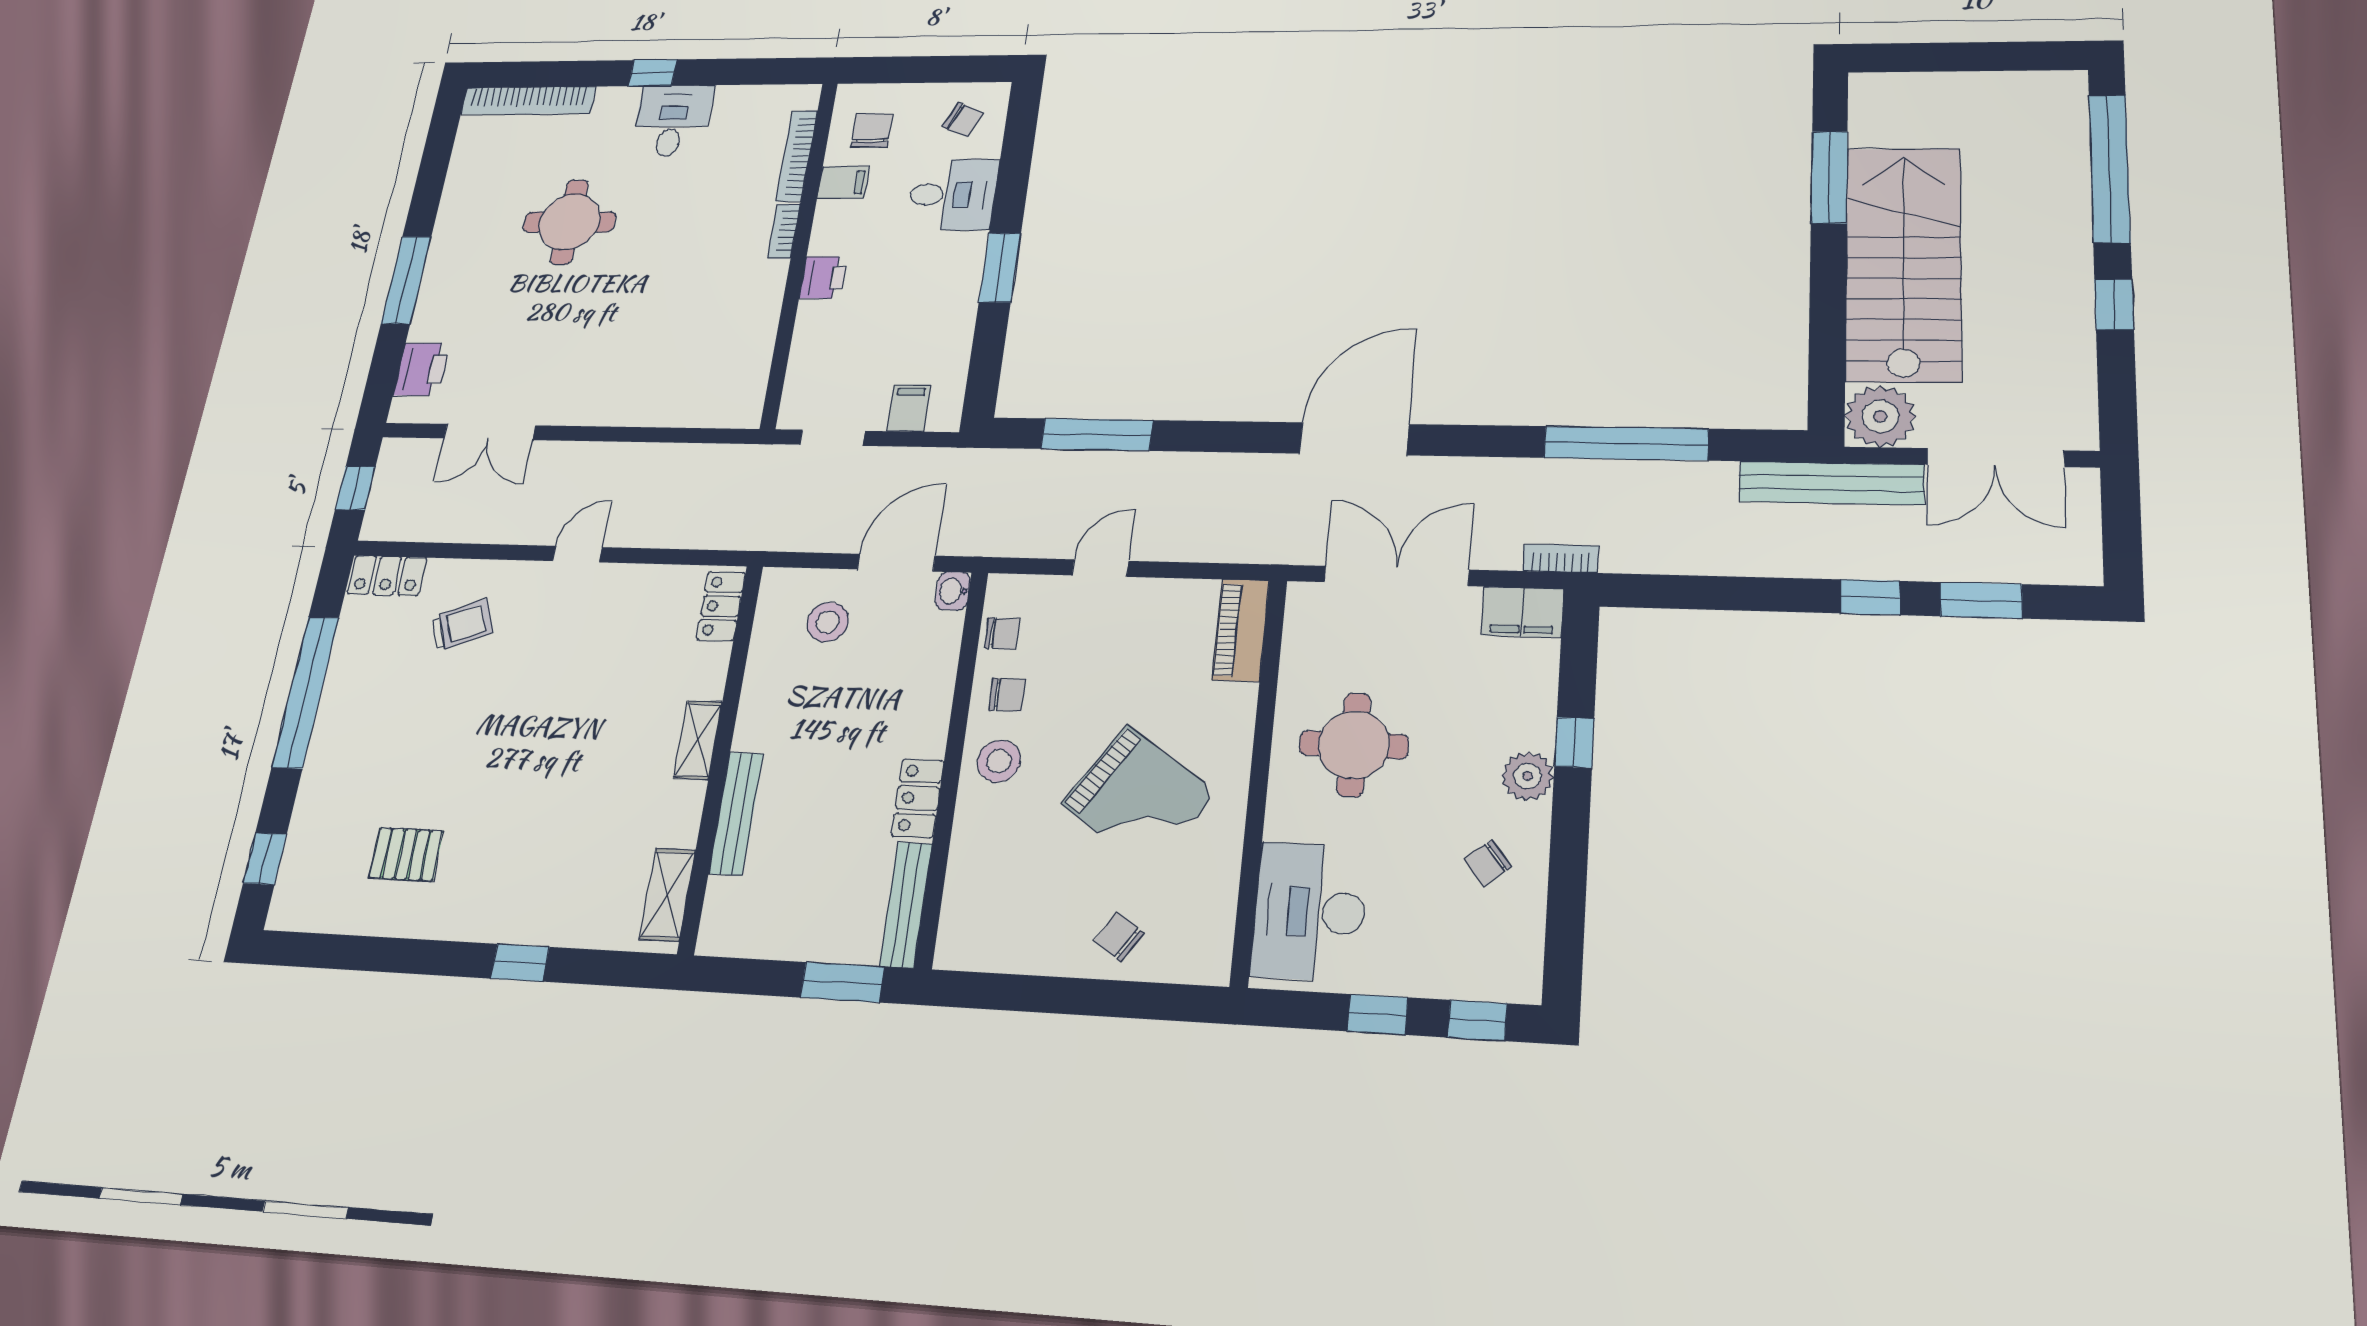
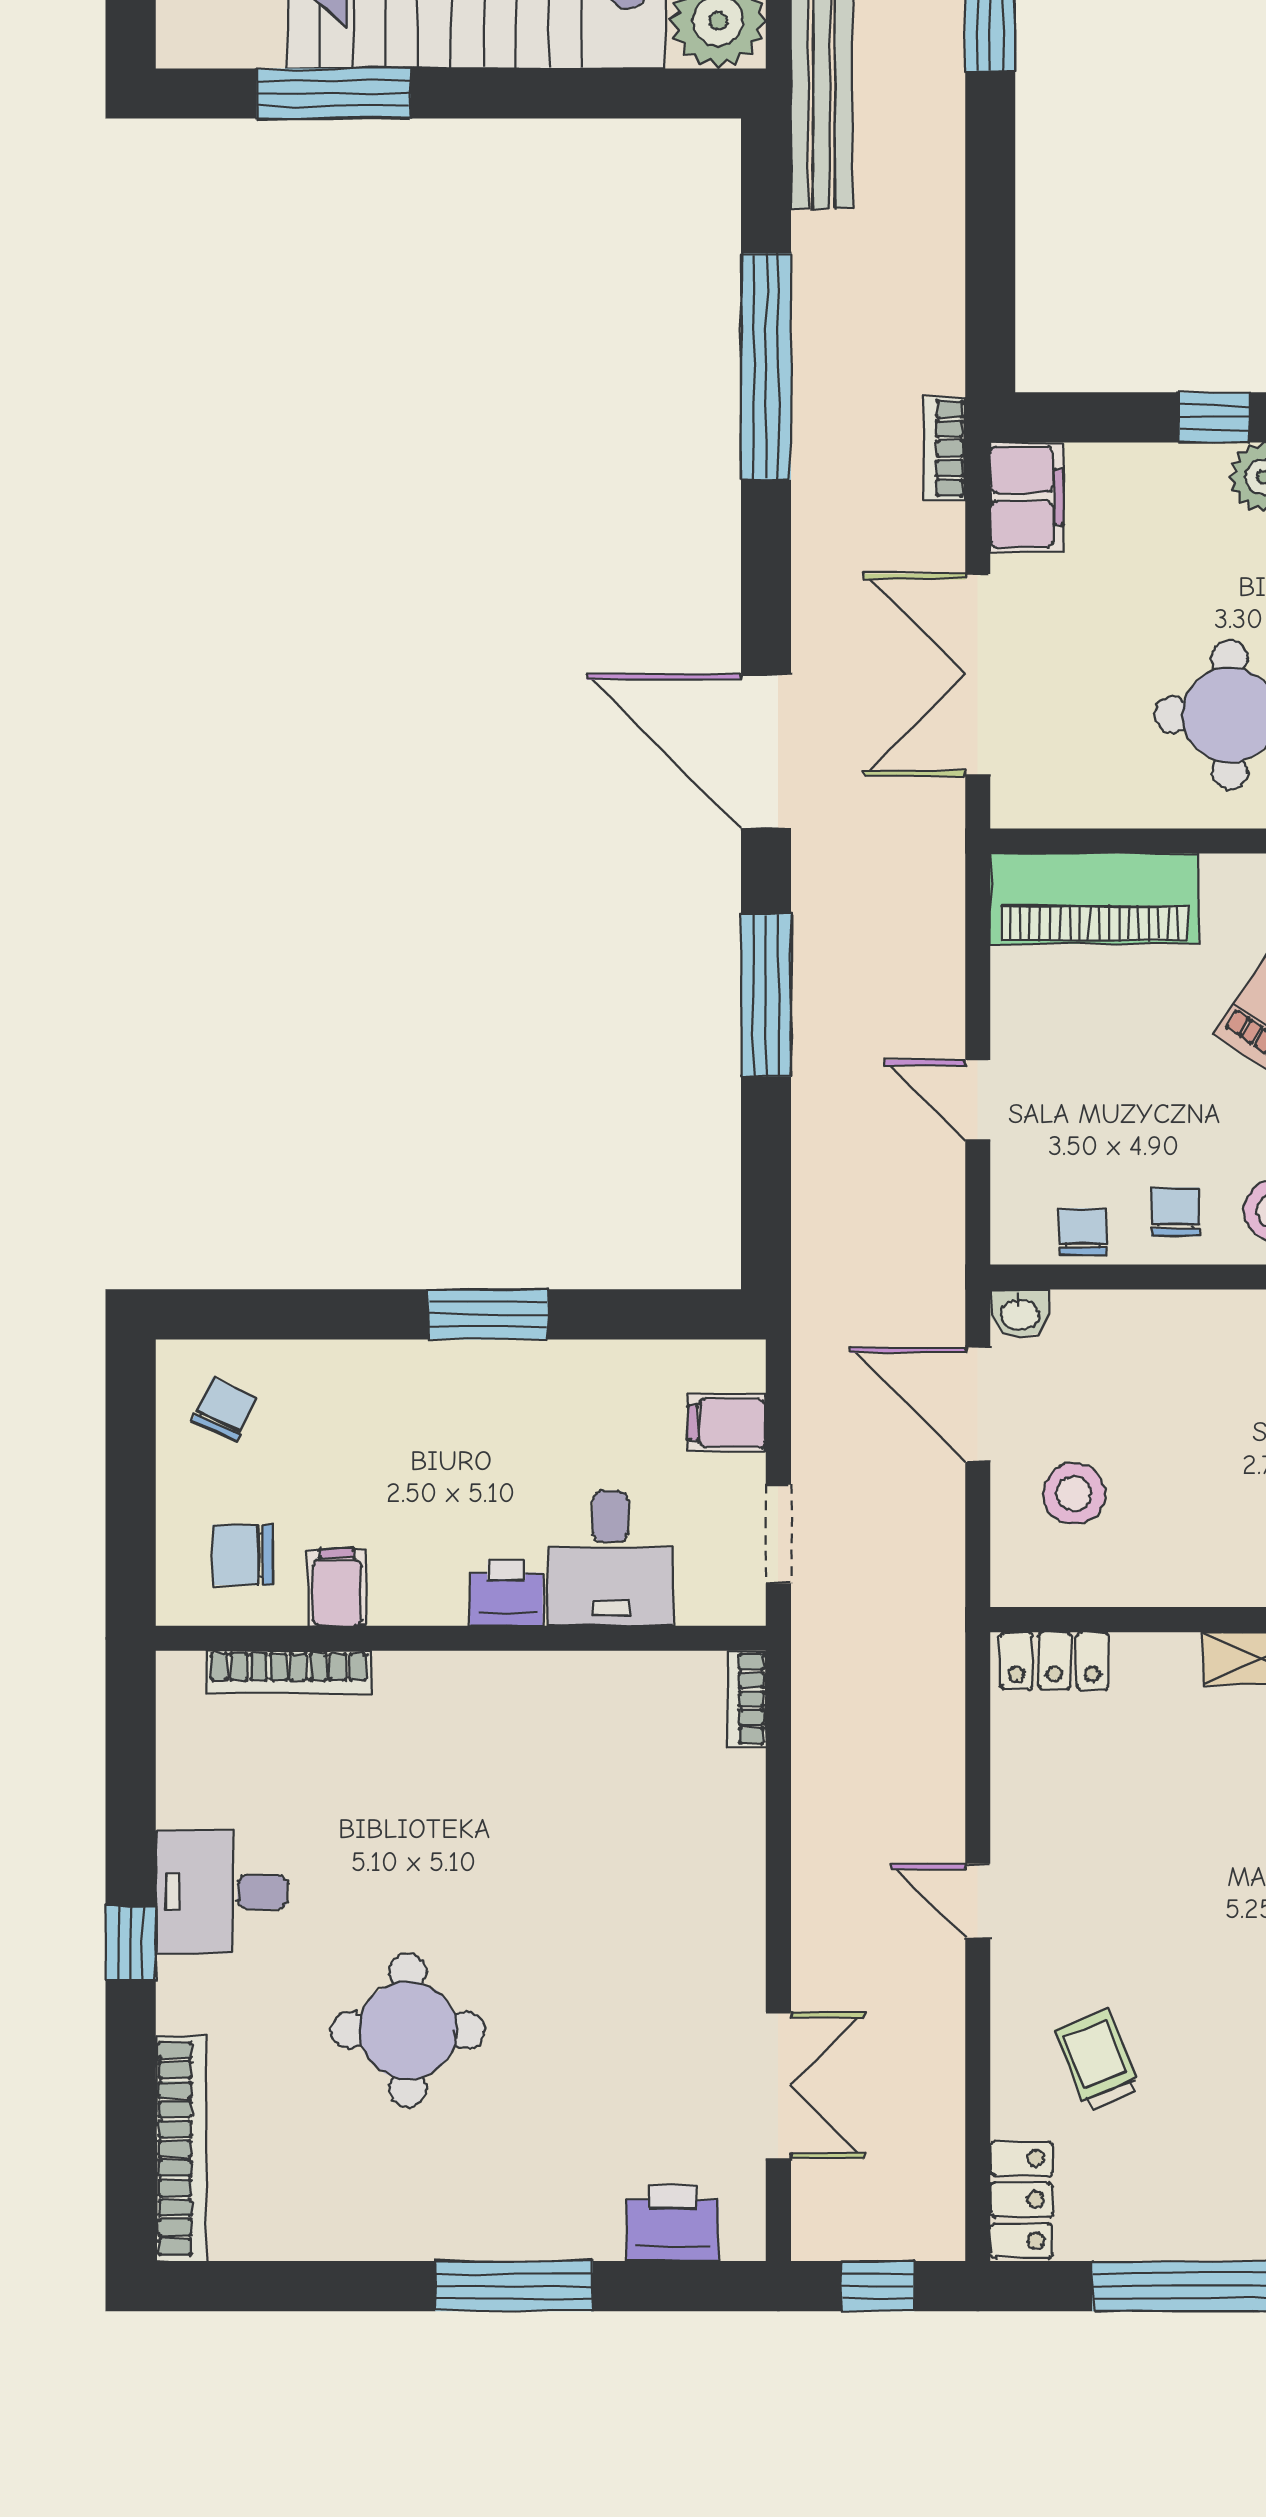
desk: (953, 195) -> (610, 1558), moved, turned 180
bookcase: (784, 231) -> (747, 1699), moved, turned 90
window: (1097, 435) -> (766, 995), moved
piano: (1241, 630) -> (1094, 899), width x1.37, depth x1.33

